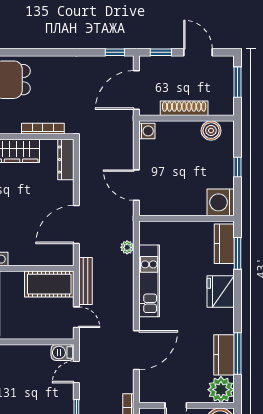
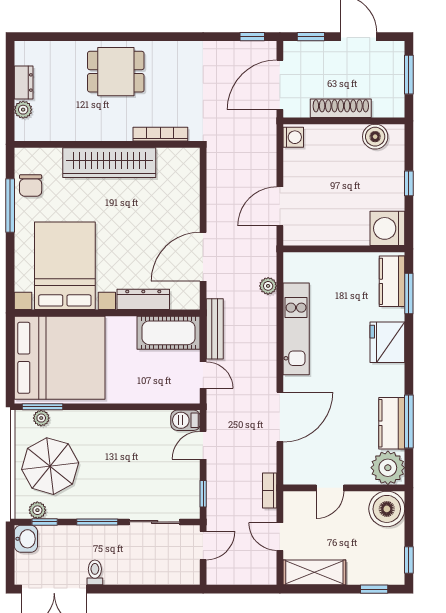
dresser: (66, 160) -> (143, 299), moved, turned 90
door: (136, 185) -> (280, 206), hinge flipped

